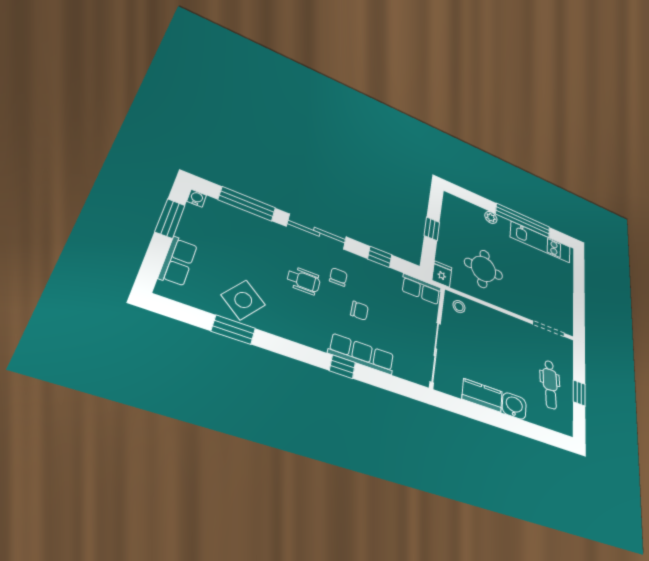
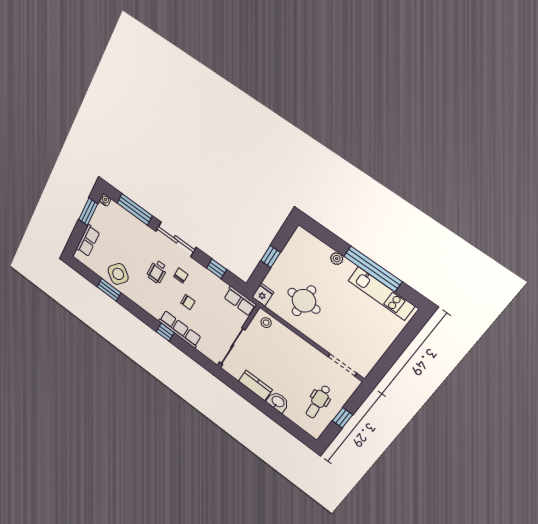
wheelchair: (304, 281) -> (157, 272), turned 90

